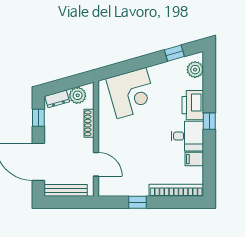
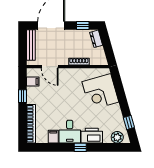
plant: (78, 95) -> (99, 53), removed
door: (96, 164) -> (50, 67), hinge flipped
filing cabinet: (117, 188) -> (33, 82), added

